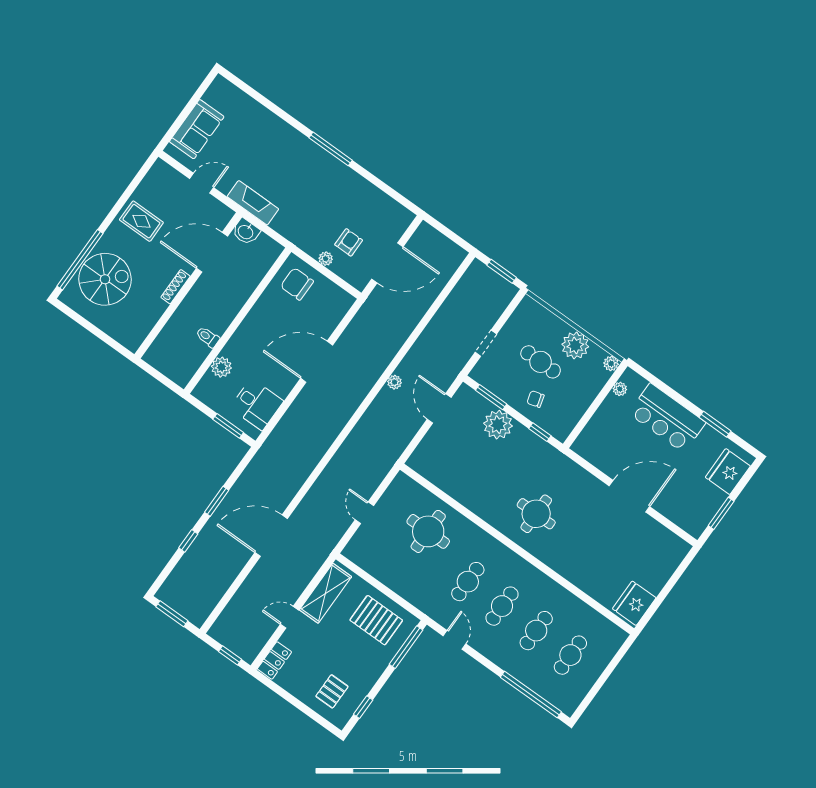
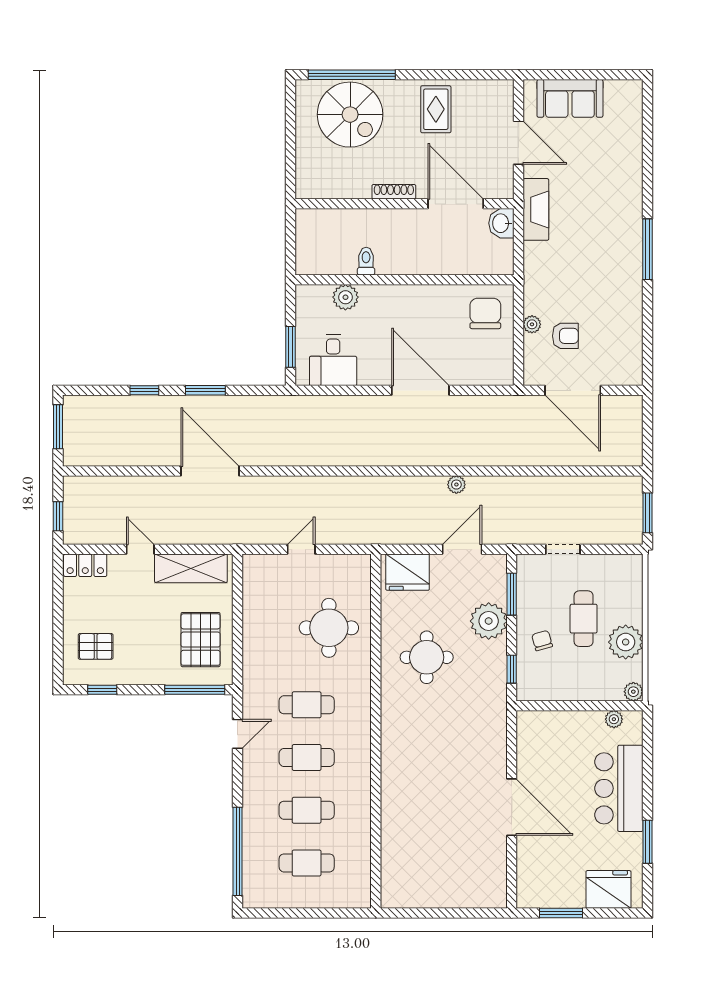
door: (202, 183) -> (519, 143), width x1.37
round table: (536, 514) -> (427, 657), moved
fridge: (634, 603) -> (408, 572), moved, turned 180

